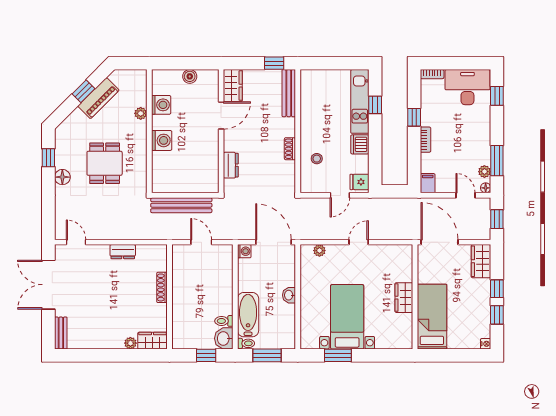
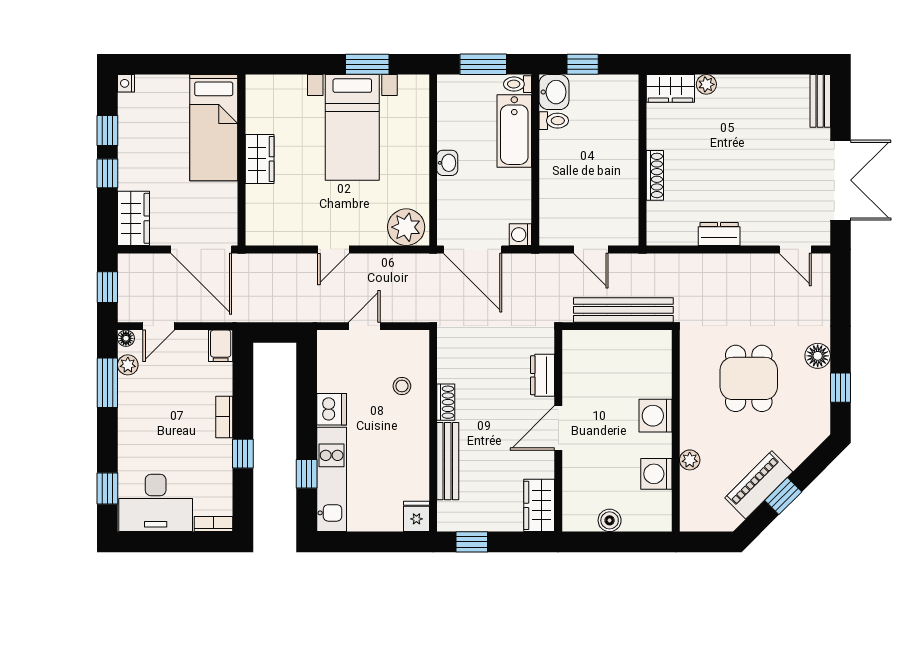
bench: (289, 93) -> (448, 461), moved
door: (221, 115) -> (558, 428), moved
fridge: (359, 182) -> (416, 516), moved, turned -90
door: (466, 195) -> (159, 326), hinge flipped
plant: (319, 251) -> (406, 227), width x1.87, depth x1.87

